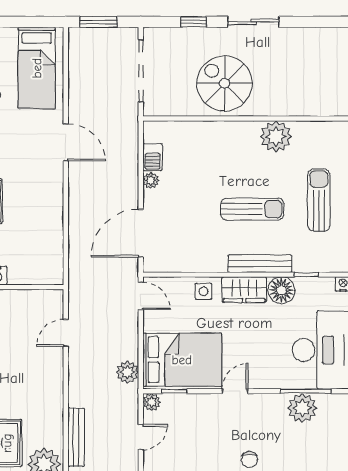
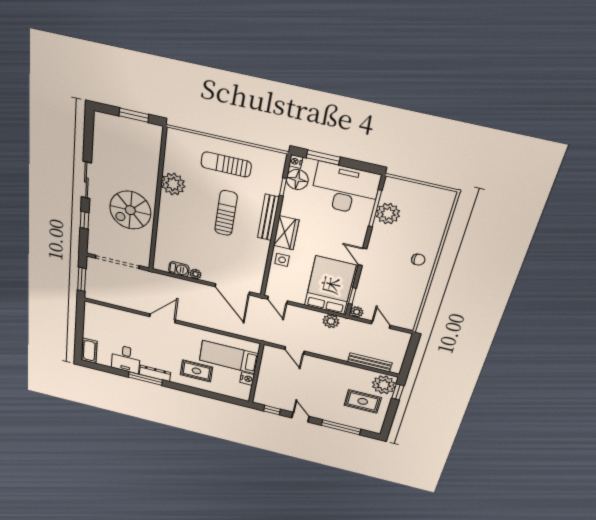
bed: (37, 68) -> (229, 357), moved, turned 180
floor lamp: (281, 290) -> (297, 180), moved
door: (141, 296) -> (277, 300), swing flipped

